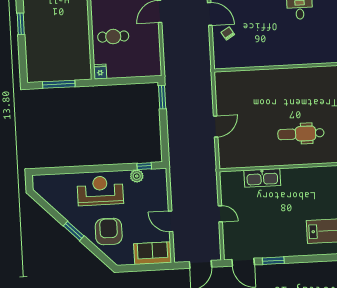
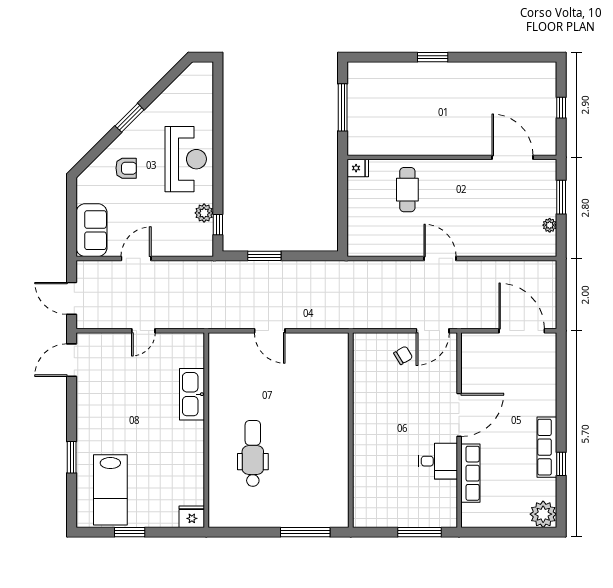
window: (162, 97) -> (264, 256), moved
armchair: (109, 232) -> (126, 168), width x0.53, depth x0.53
window: (273, 261) -> (72, 457), moved

